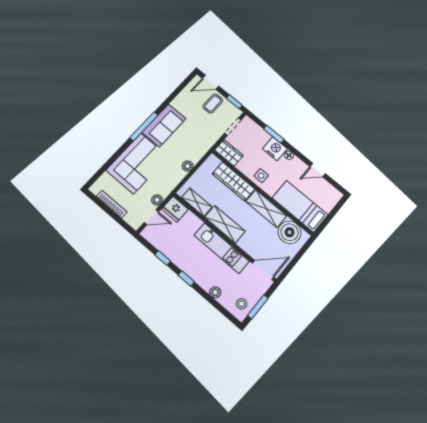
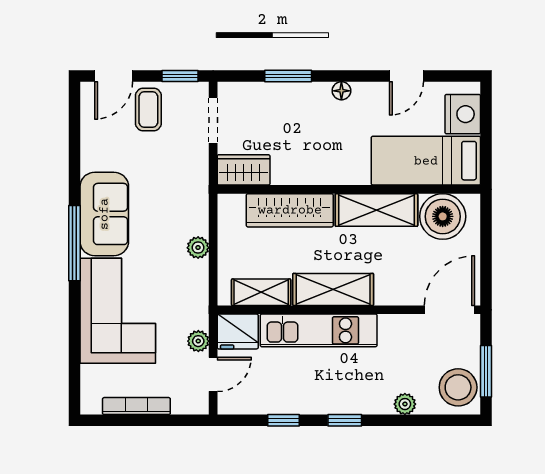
nightstand: (275, 149) -> (463, 114), moved, turned 90
side table: (261, 176) -> (325, 163), removed
kitchen unit: (222, 248) -> (319, 330), moved
stool: (242, 304) -> (458, 387), width x1.89, depth x1.89

